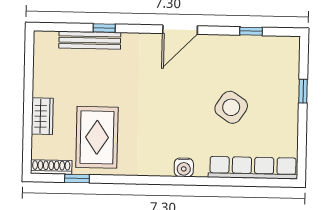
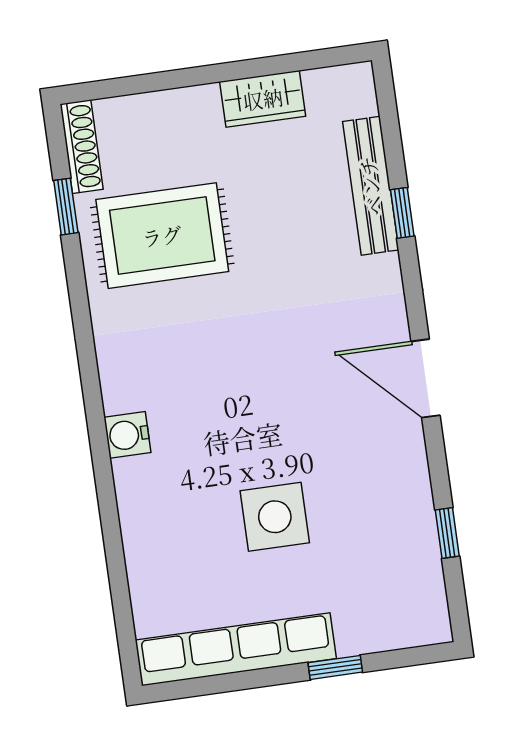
side table: (231, 107) -> (275, 517), turned -34
wardrobe: (42, 116) -> (263, 99), moved
row of seats: (253, 168) -> (236, 649), moved, turned -90

